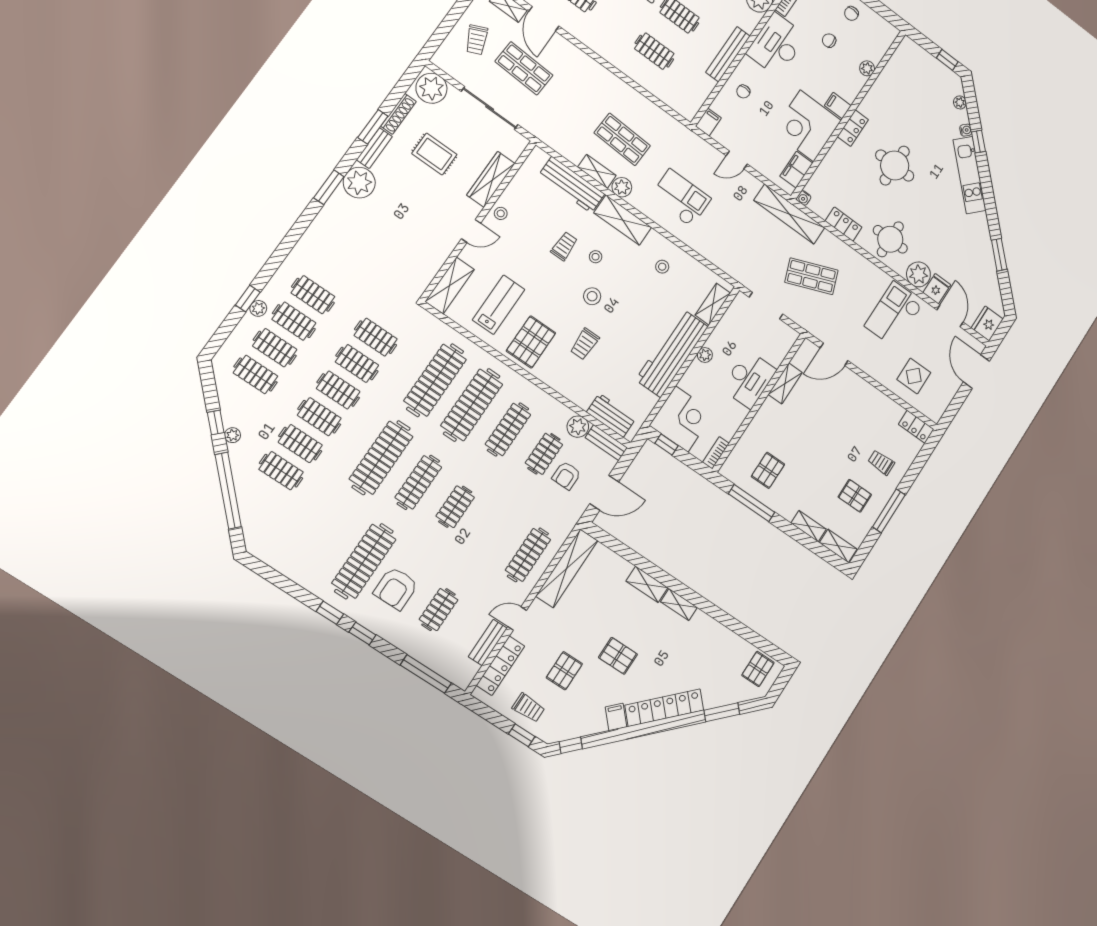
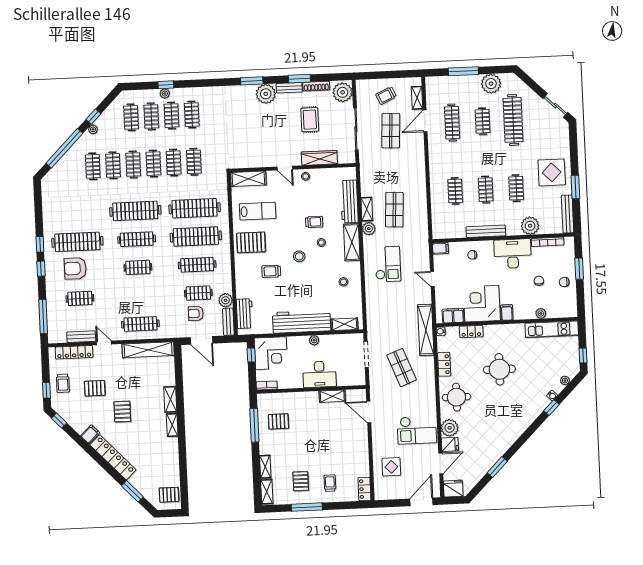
locker: (853, 128) -> (471, 331), moved
kitchen unit: (970, 175) -> (552, 329), moved, turned -135
checkout: (894, 314) -> (417, 430), turned 180

